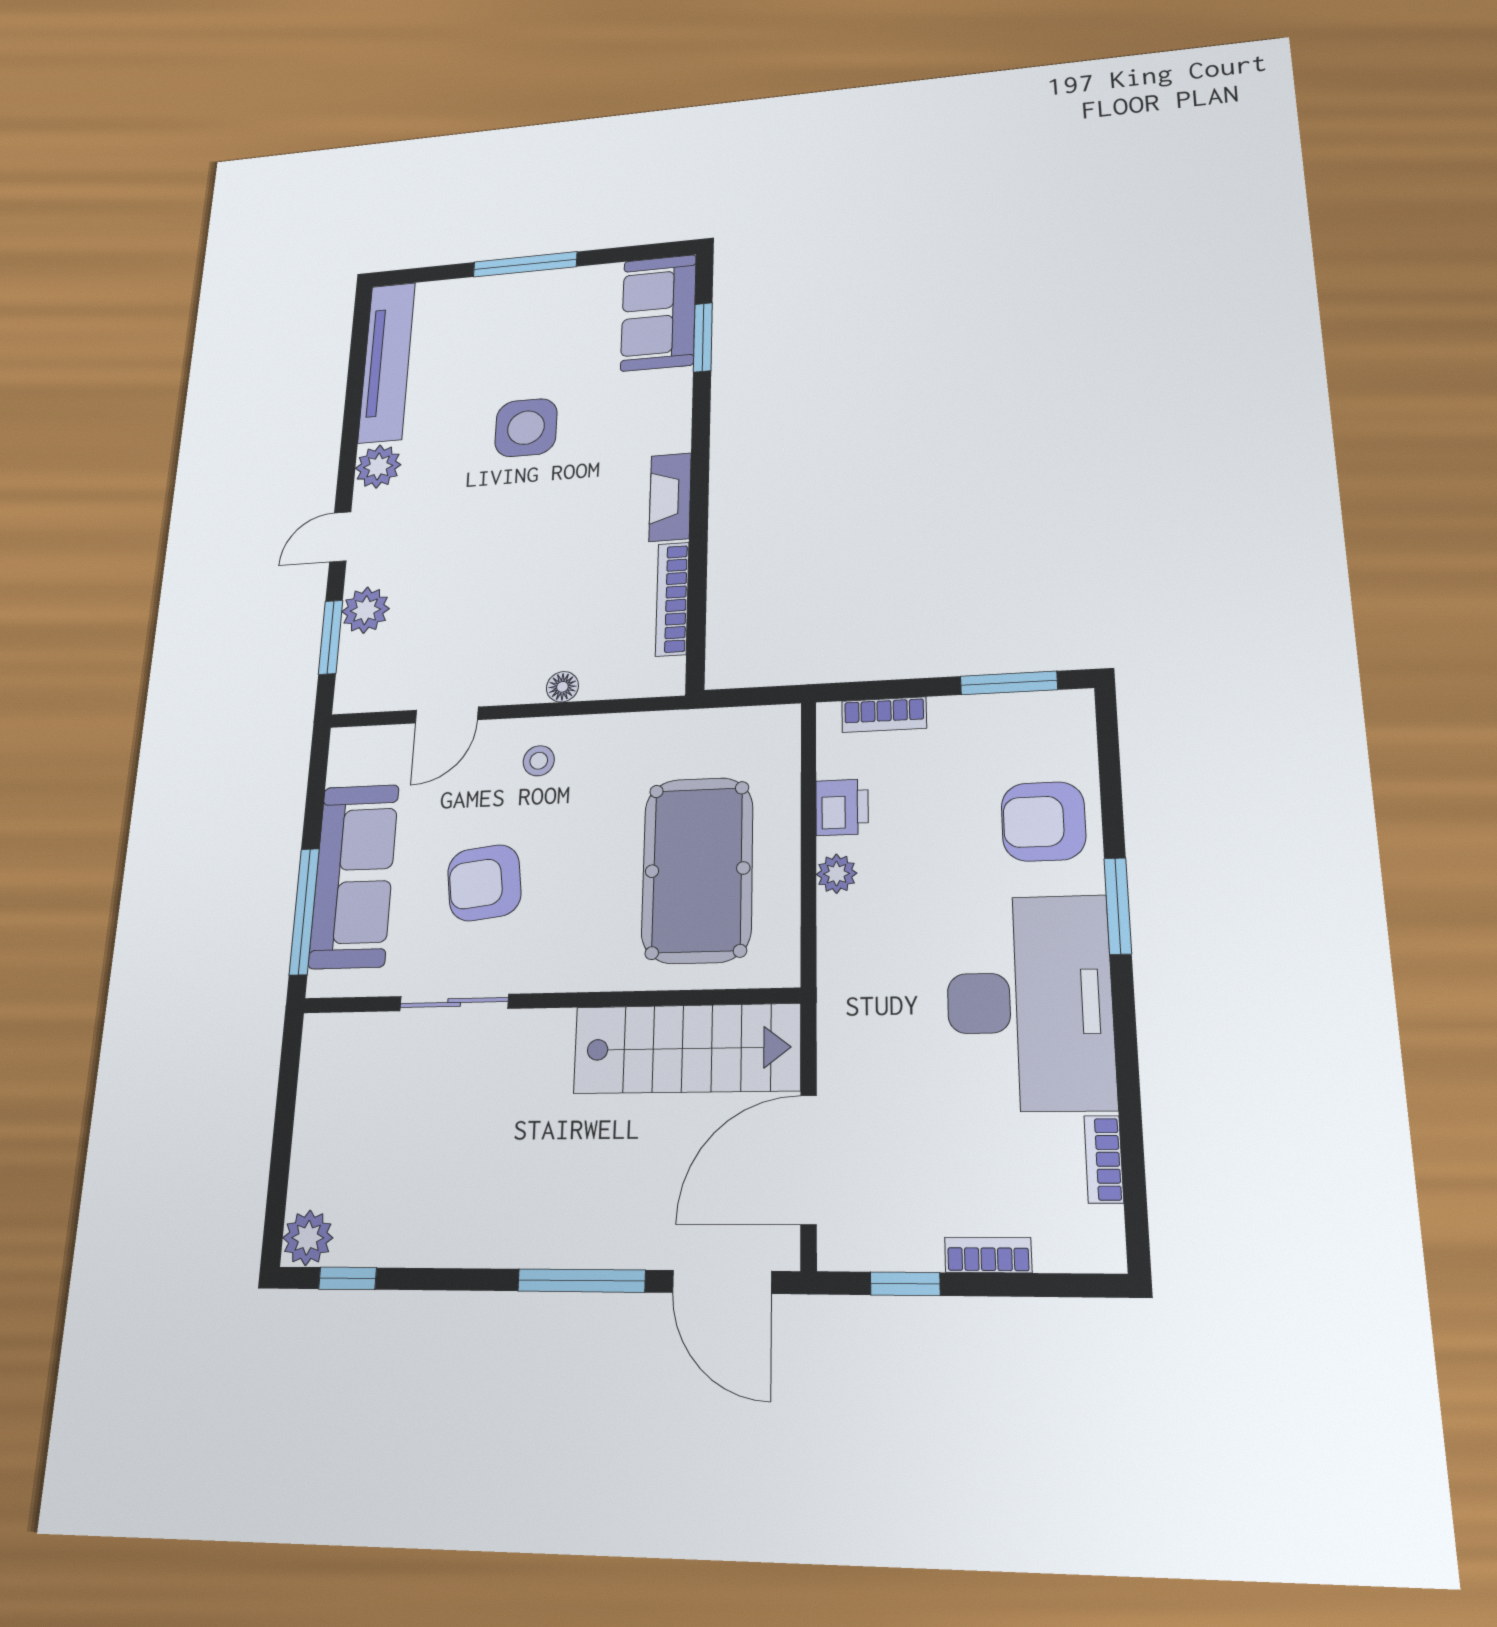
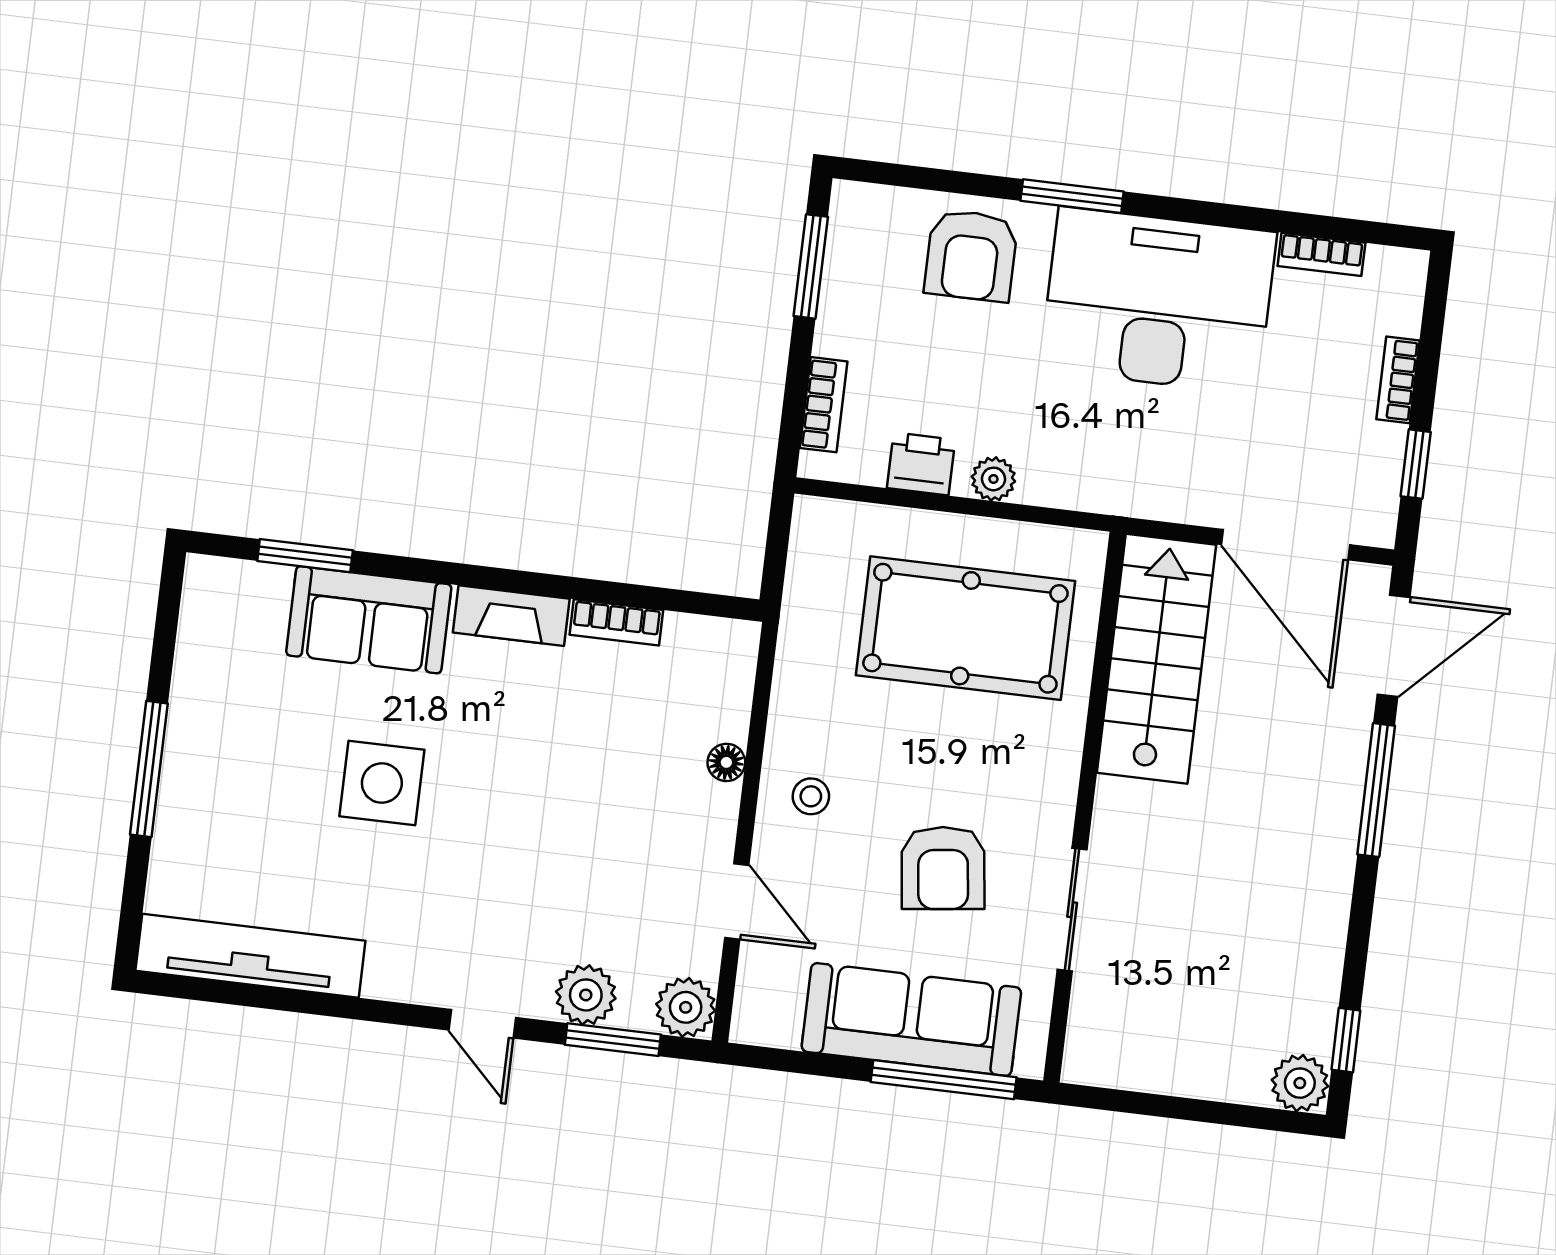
sofa: (658, 313) -> (369, 620), moved
plant: (378, 467) -> (686, 1007), moved
bookcase: (672, 599) -> (616, 622), width x0.64

